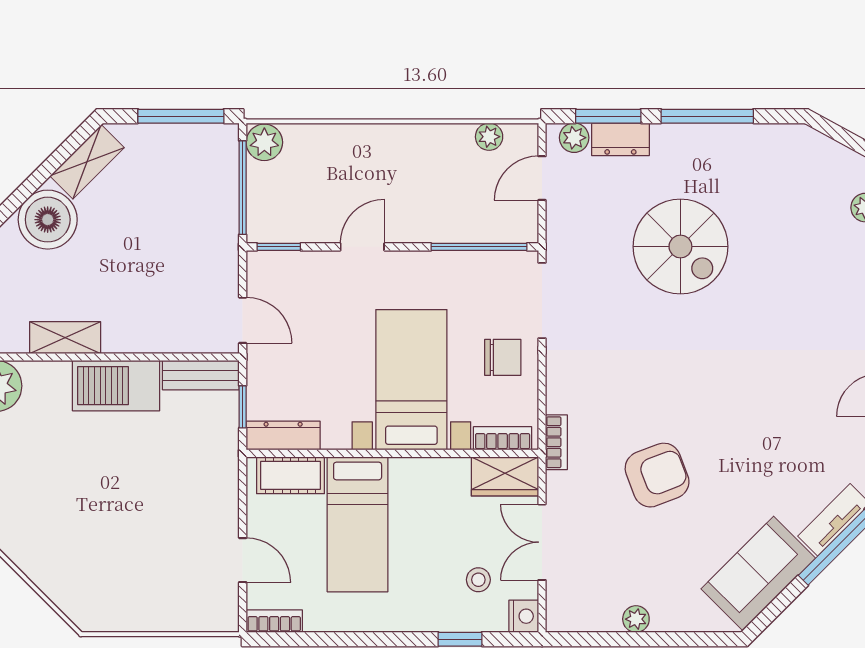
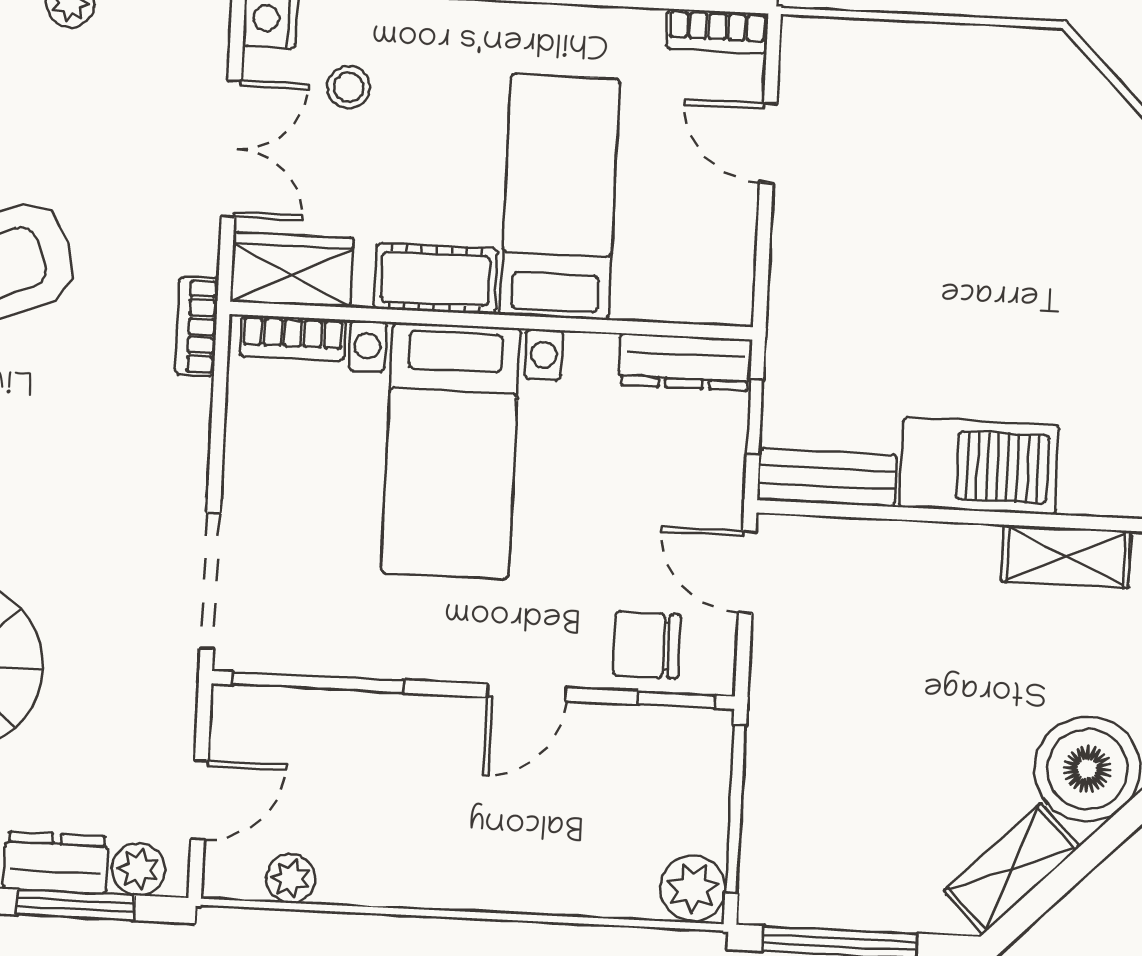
chair: (503, 357) -> (647, 645), moved
cot: (291, 475) -> (435, 279), moved

